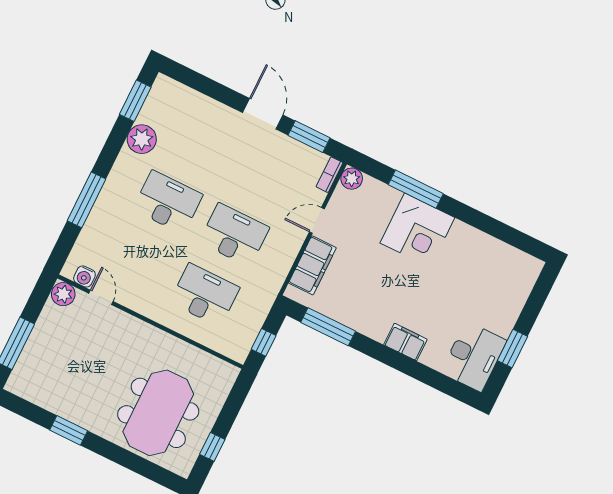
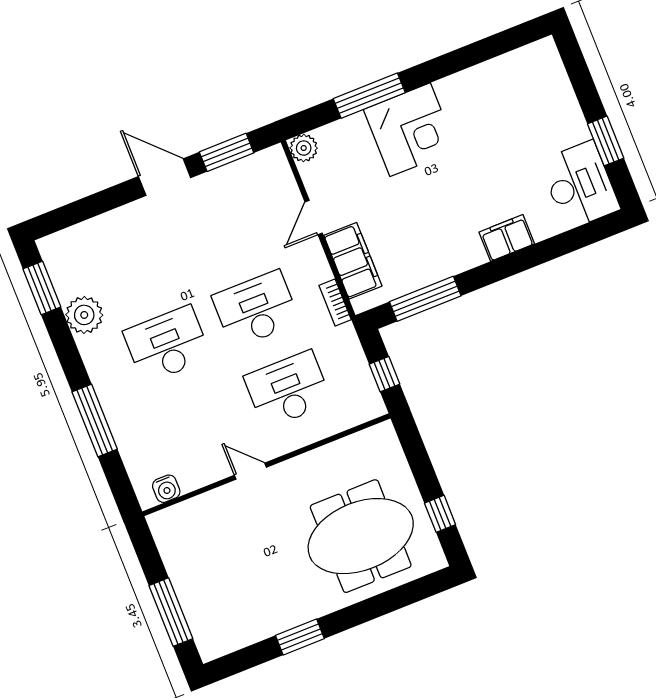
bookcase: (329, 175) -> (335, 303), moved
plant: (63, 294) -> (165, 524), removed
door: (101, 297) -> (250, 471), moved
meeting table: (158, 413) -> (361, 536), turned 90

